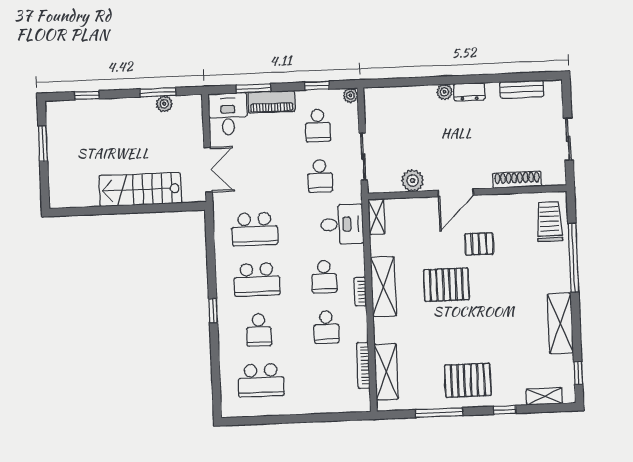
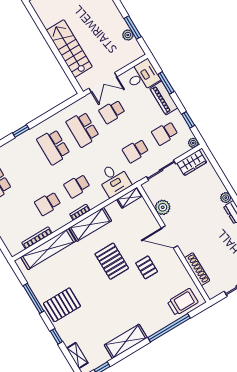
wardrobe: (375, 111) -> (192, 163), added
school desk: (259, 330) -> (112, 112), moved
shelving: (386, 372) -> (48, 249), width x1.47
pallet: (468, 380) -> (62, 305), turned 90

